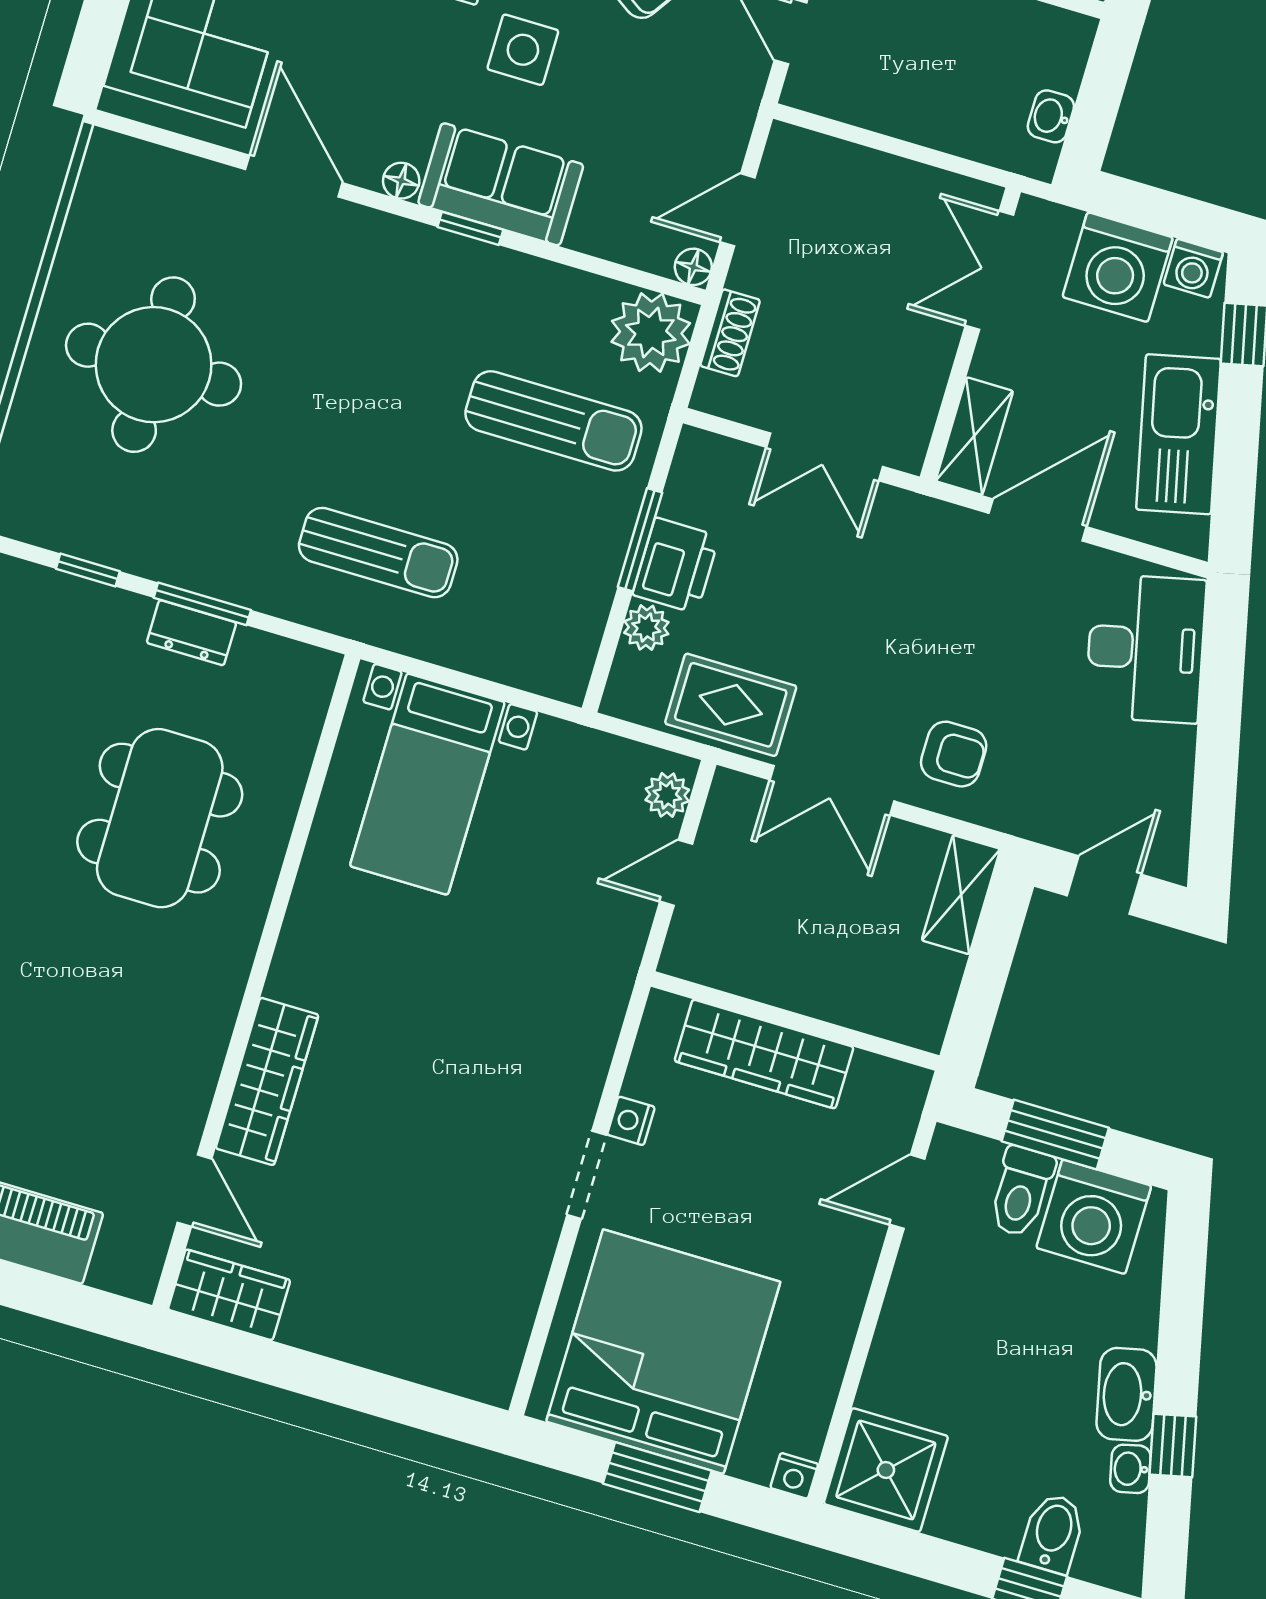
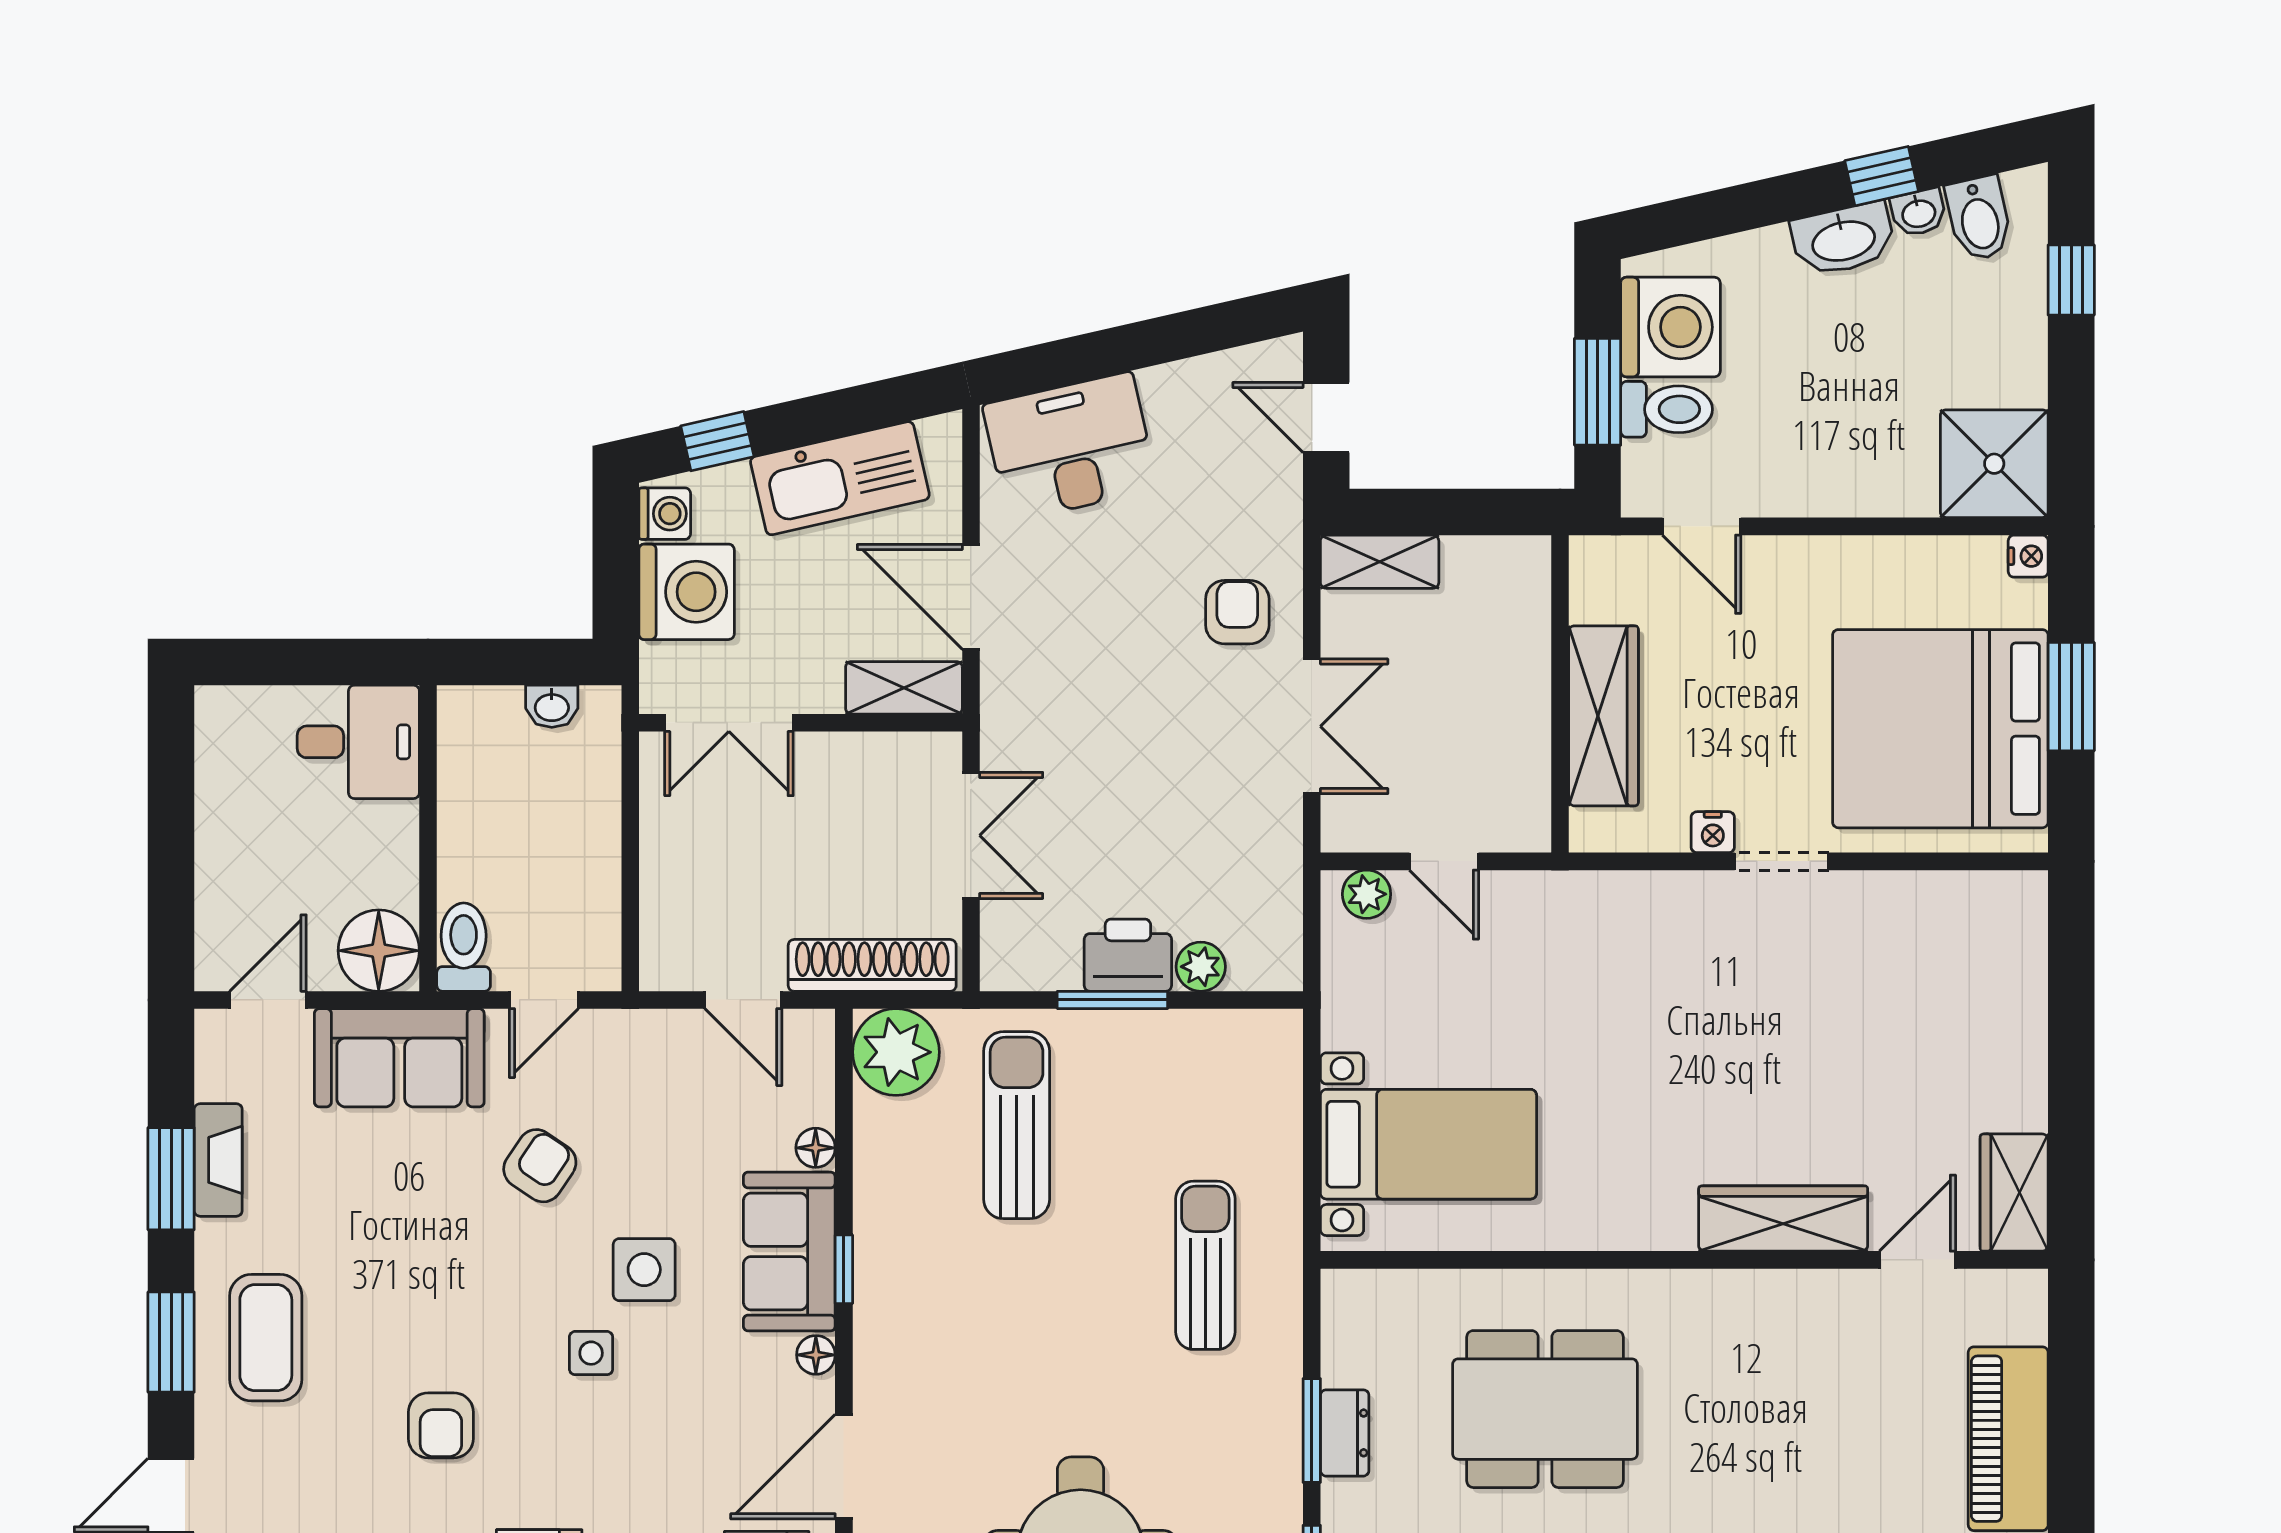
floor lamp: (693, 267) -> (816, 1148), moved
shoe rack: (730, 333) -> (872, 965), width x1.94, depth x1.24
rug: (731, 705) -> (1255, 856), removed
bidet: (1053, 1533) -> (1979, 218), moved, turned -103

